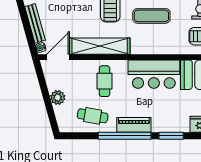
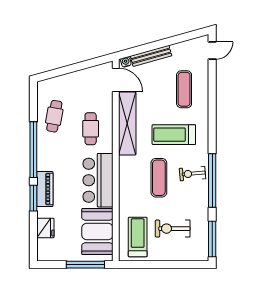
cafe table: (105, 81) -> (91, 129), turned 90
plant: (58, 98) -> (73, 80), removed
piano: (134, 125) -> (45, 189), moved

